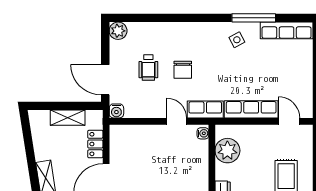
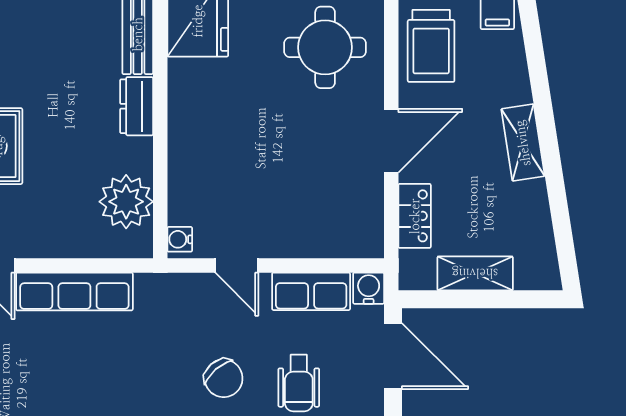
wheelchair: (148, 67) -> (299, 383), turned 180
chair: (183, 70) -> (224, 378), turned 139
row of seats: (205, 109) -> (311, 291), moved

